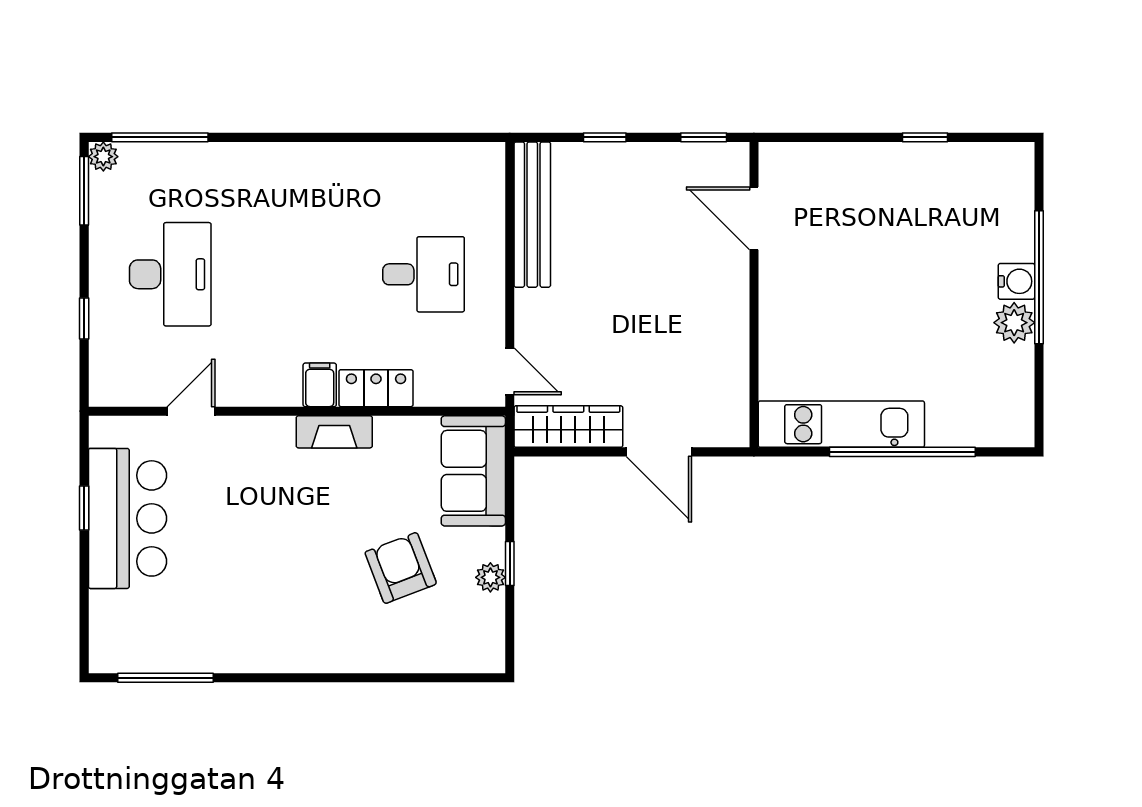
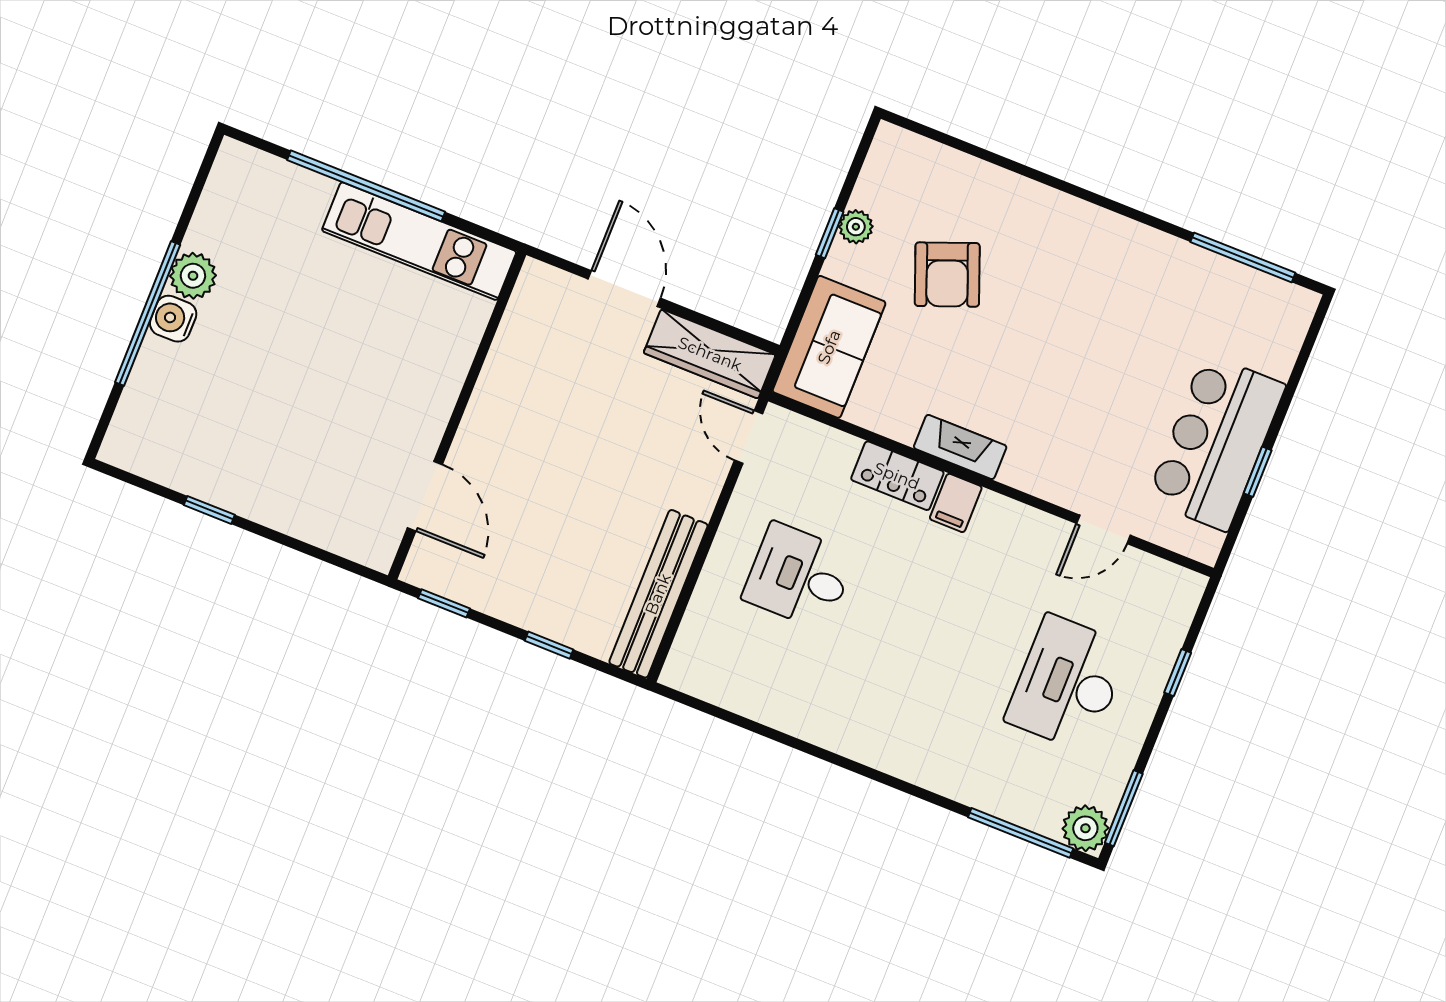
plant: (103, 157) -> (1085, 828), width x1.38, depth x1.38

